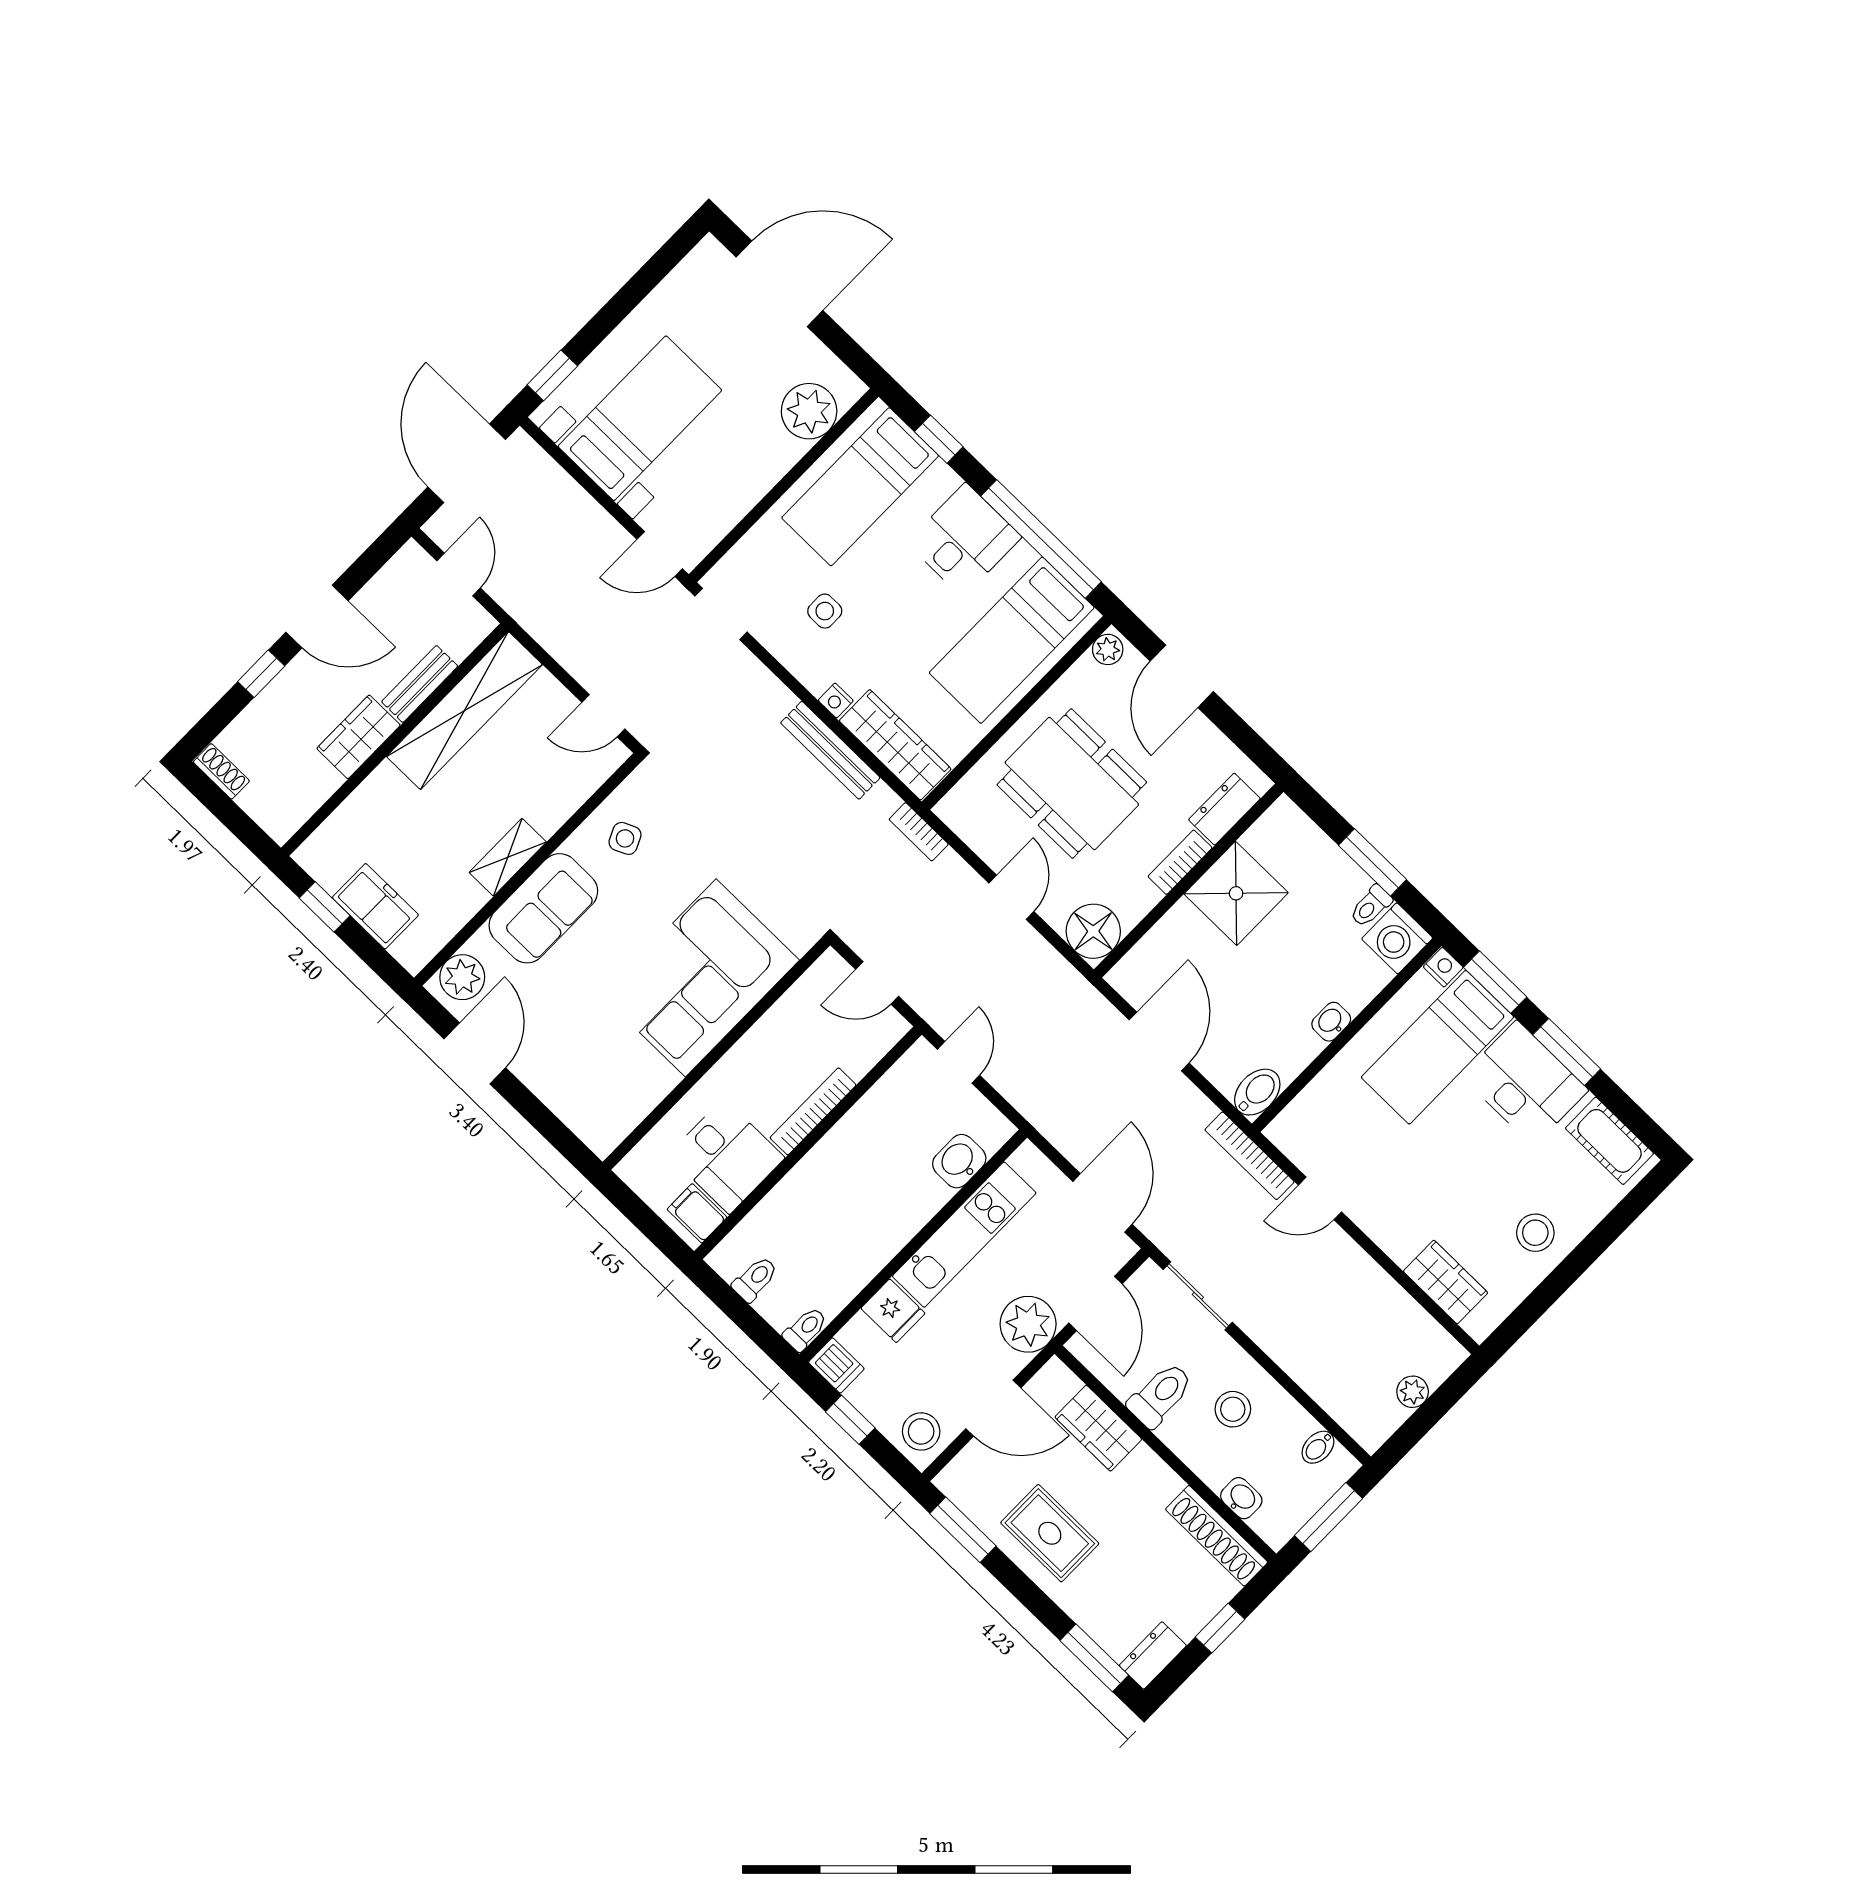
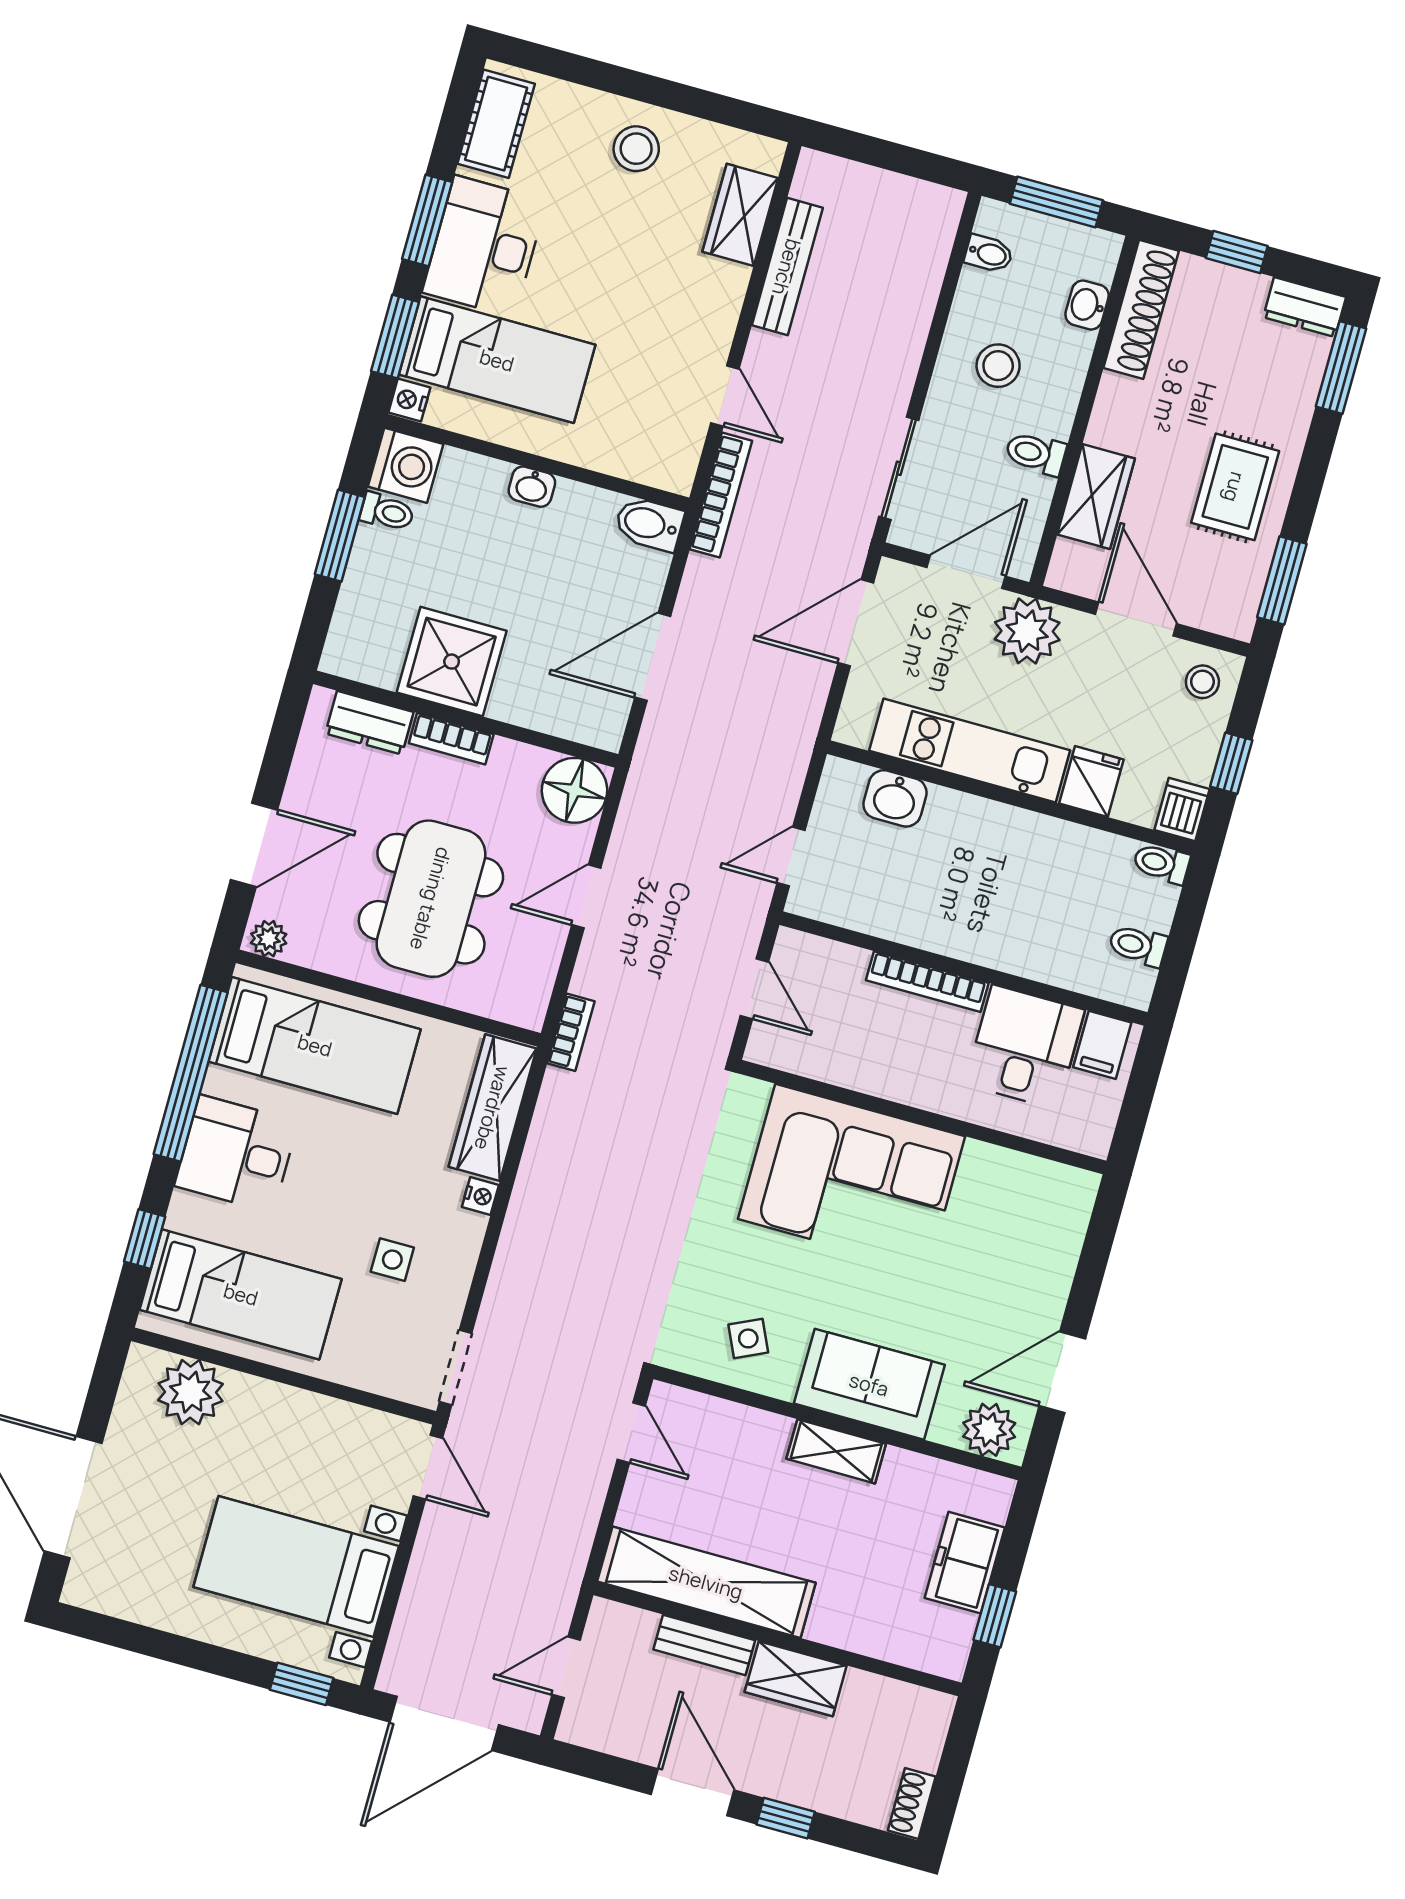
bench: (830, 750) -> (787, 267), moved
plant: (1413, 1392) -> (875, 186), removed
toilet: (1160, 1395) -> (1036, 453), width x0.73, depth x0.72
stool: (921, 1431) -> (1202, 682), width x0.73, depth x0.73

